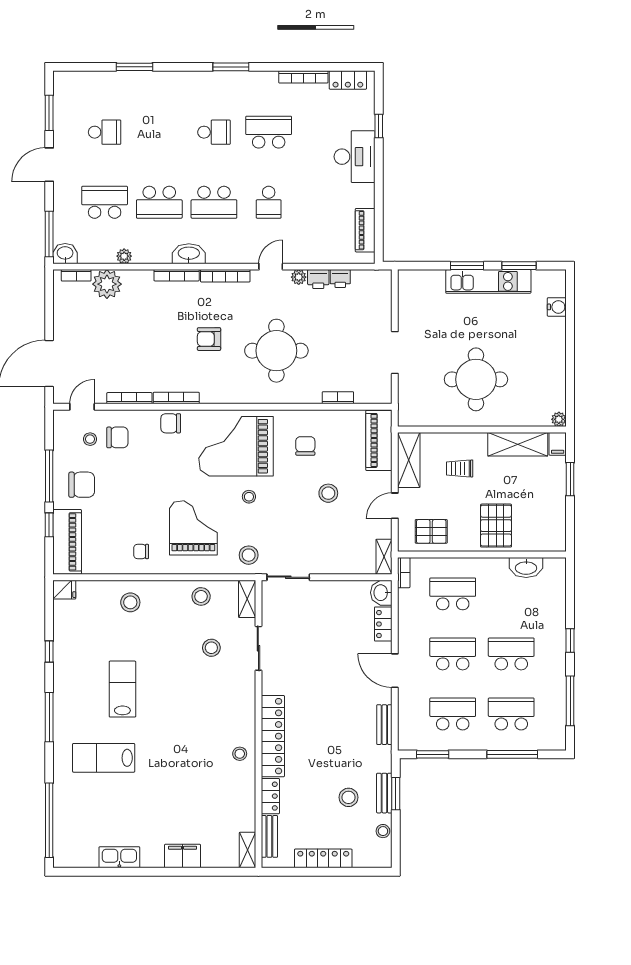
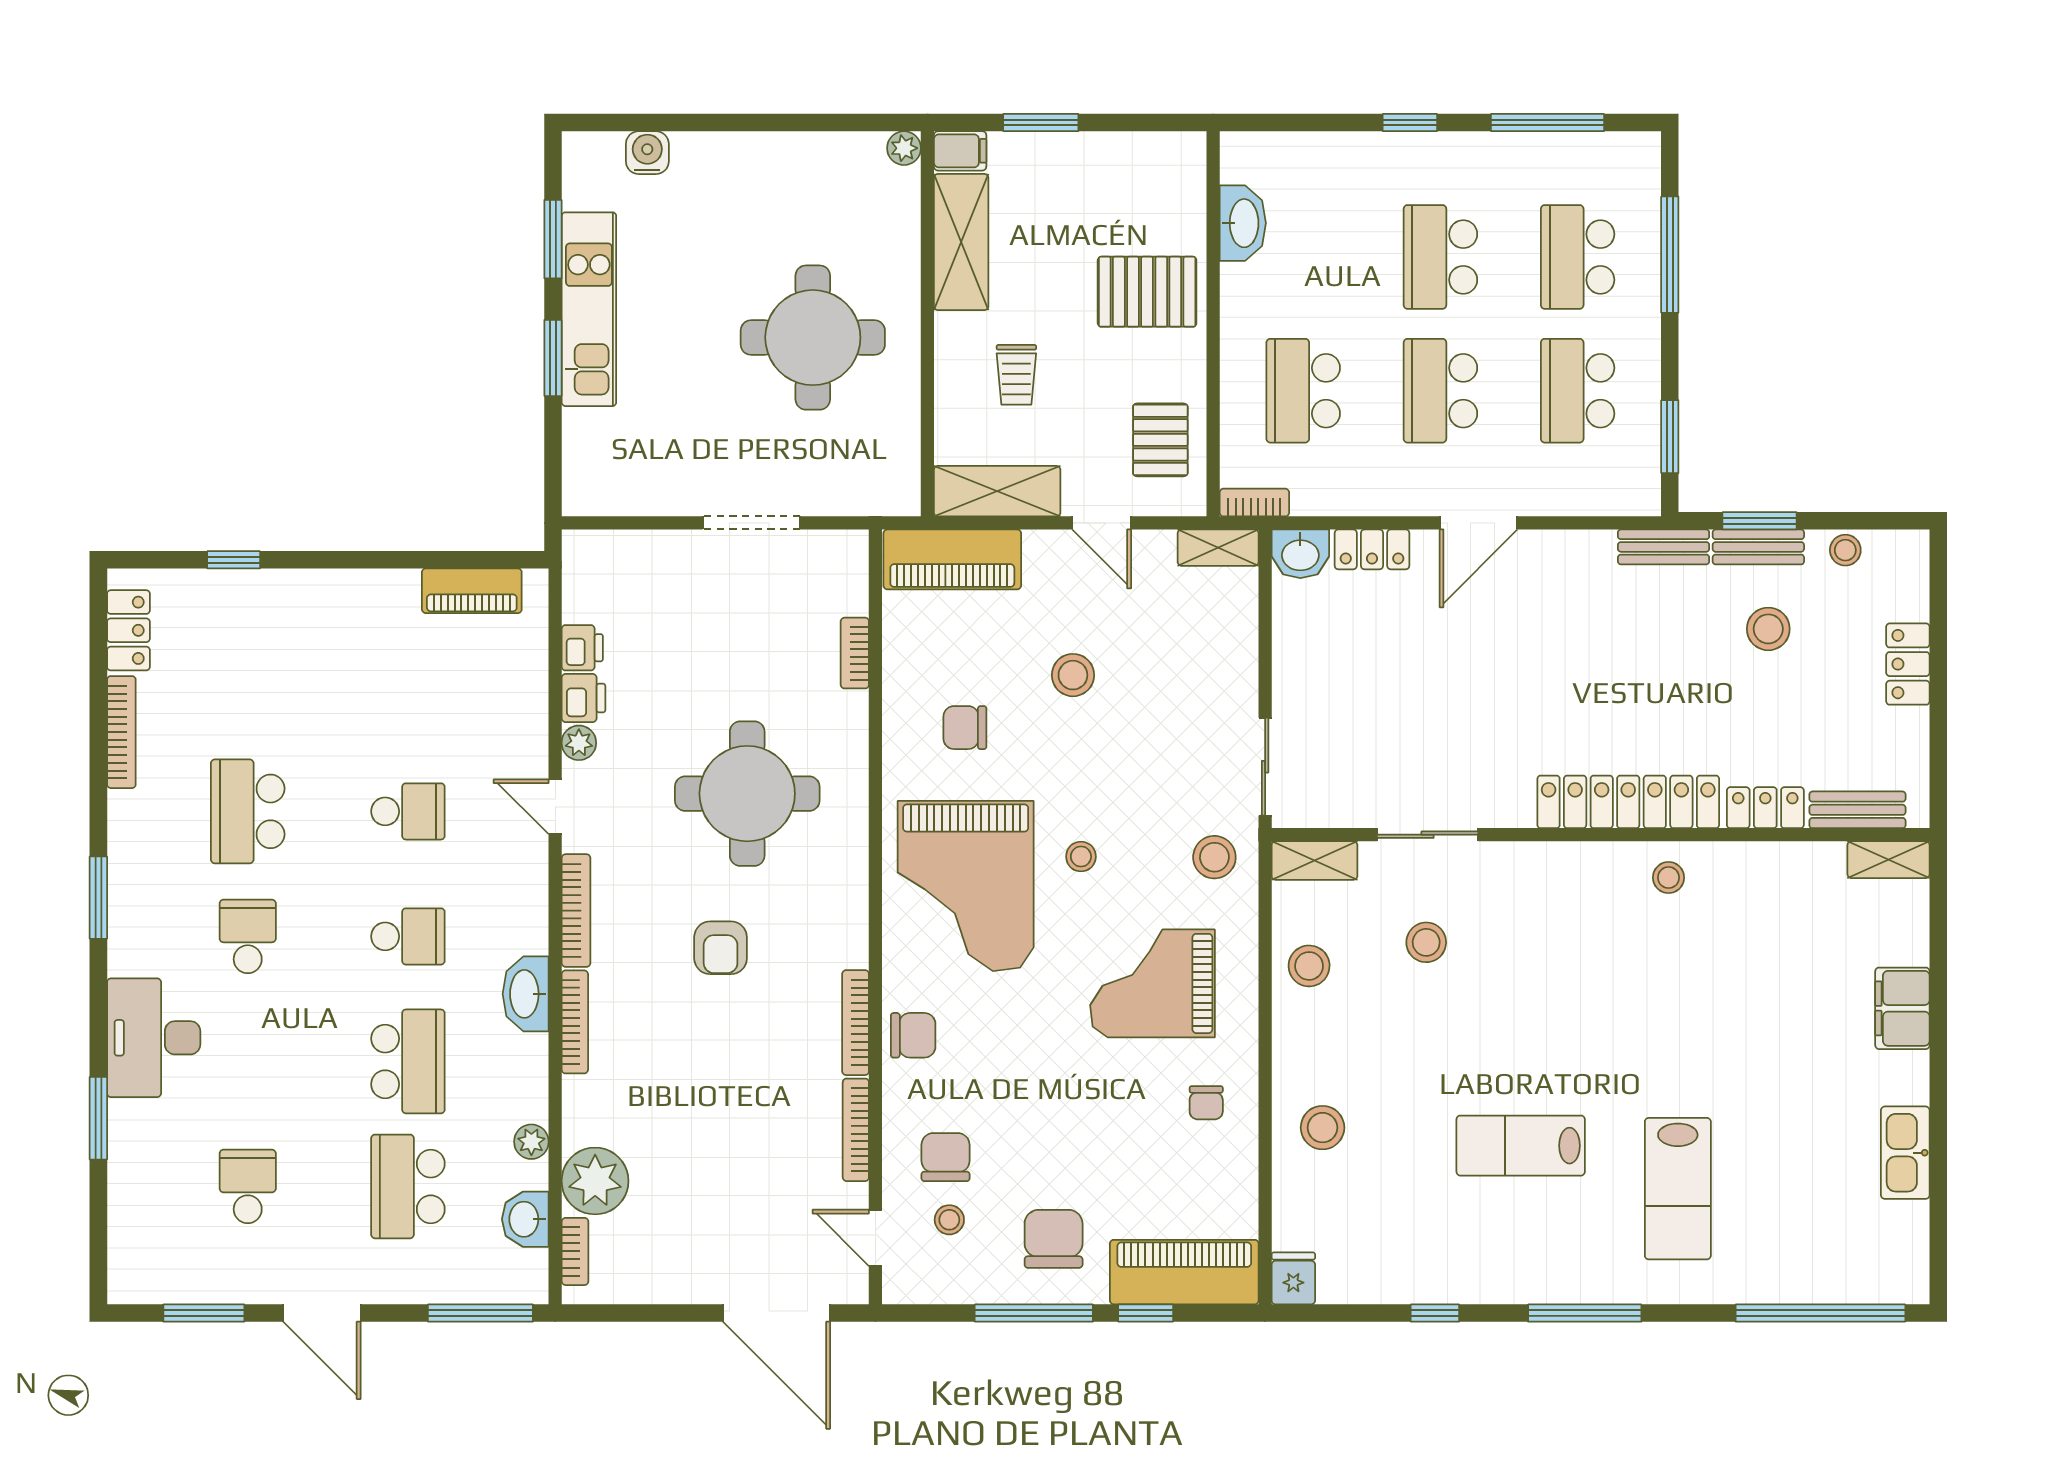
desk: (355, 157) -> (154, 1038), moved, turned -90
school desk: (214, 202) -> (408, 936), width x0.54
washbasin: (65, 254) -> (525, 1219), moved
chair: (171, 423) -> (913, 1035), turned -90
bench: (384, 725) -> (1664, 547), moved
locker: (323, 858) -> (1908, 664), width x0.66

